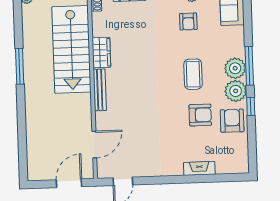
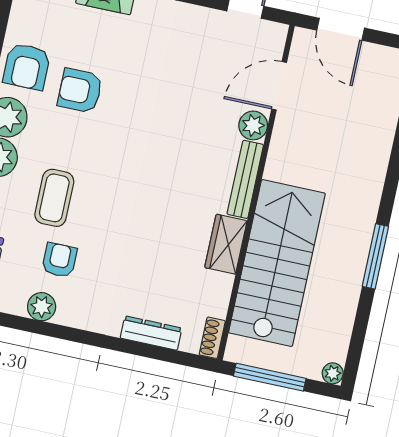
coffee table: (193, 74) -> (54, 198), moved
plant: (103, 120) -> (253, 125), added
door: (69, 183) -> (341, 29), hinge flipped

